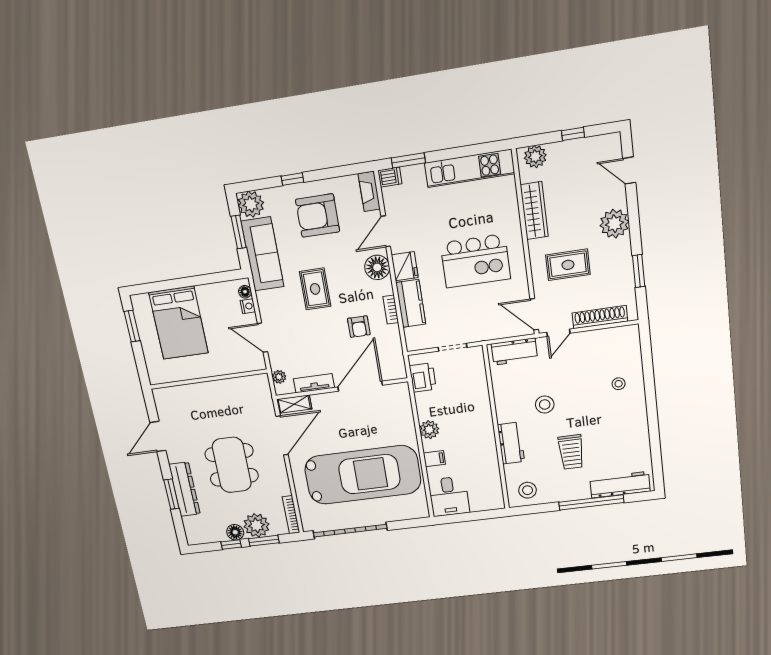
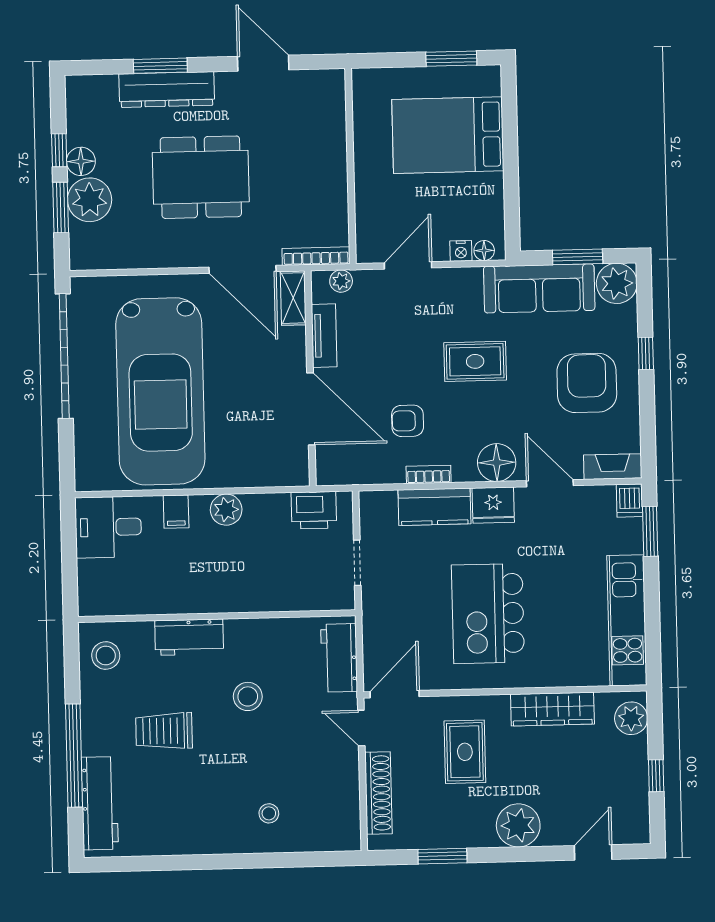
bookcase: (291, 515) -> (316, 256), moved

